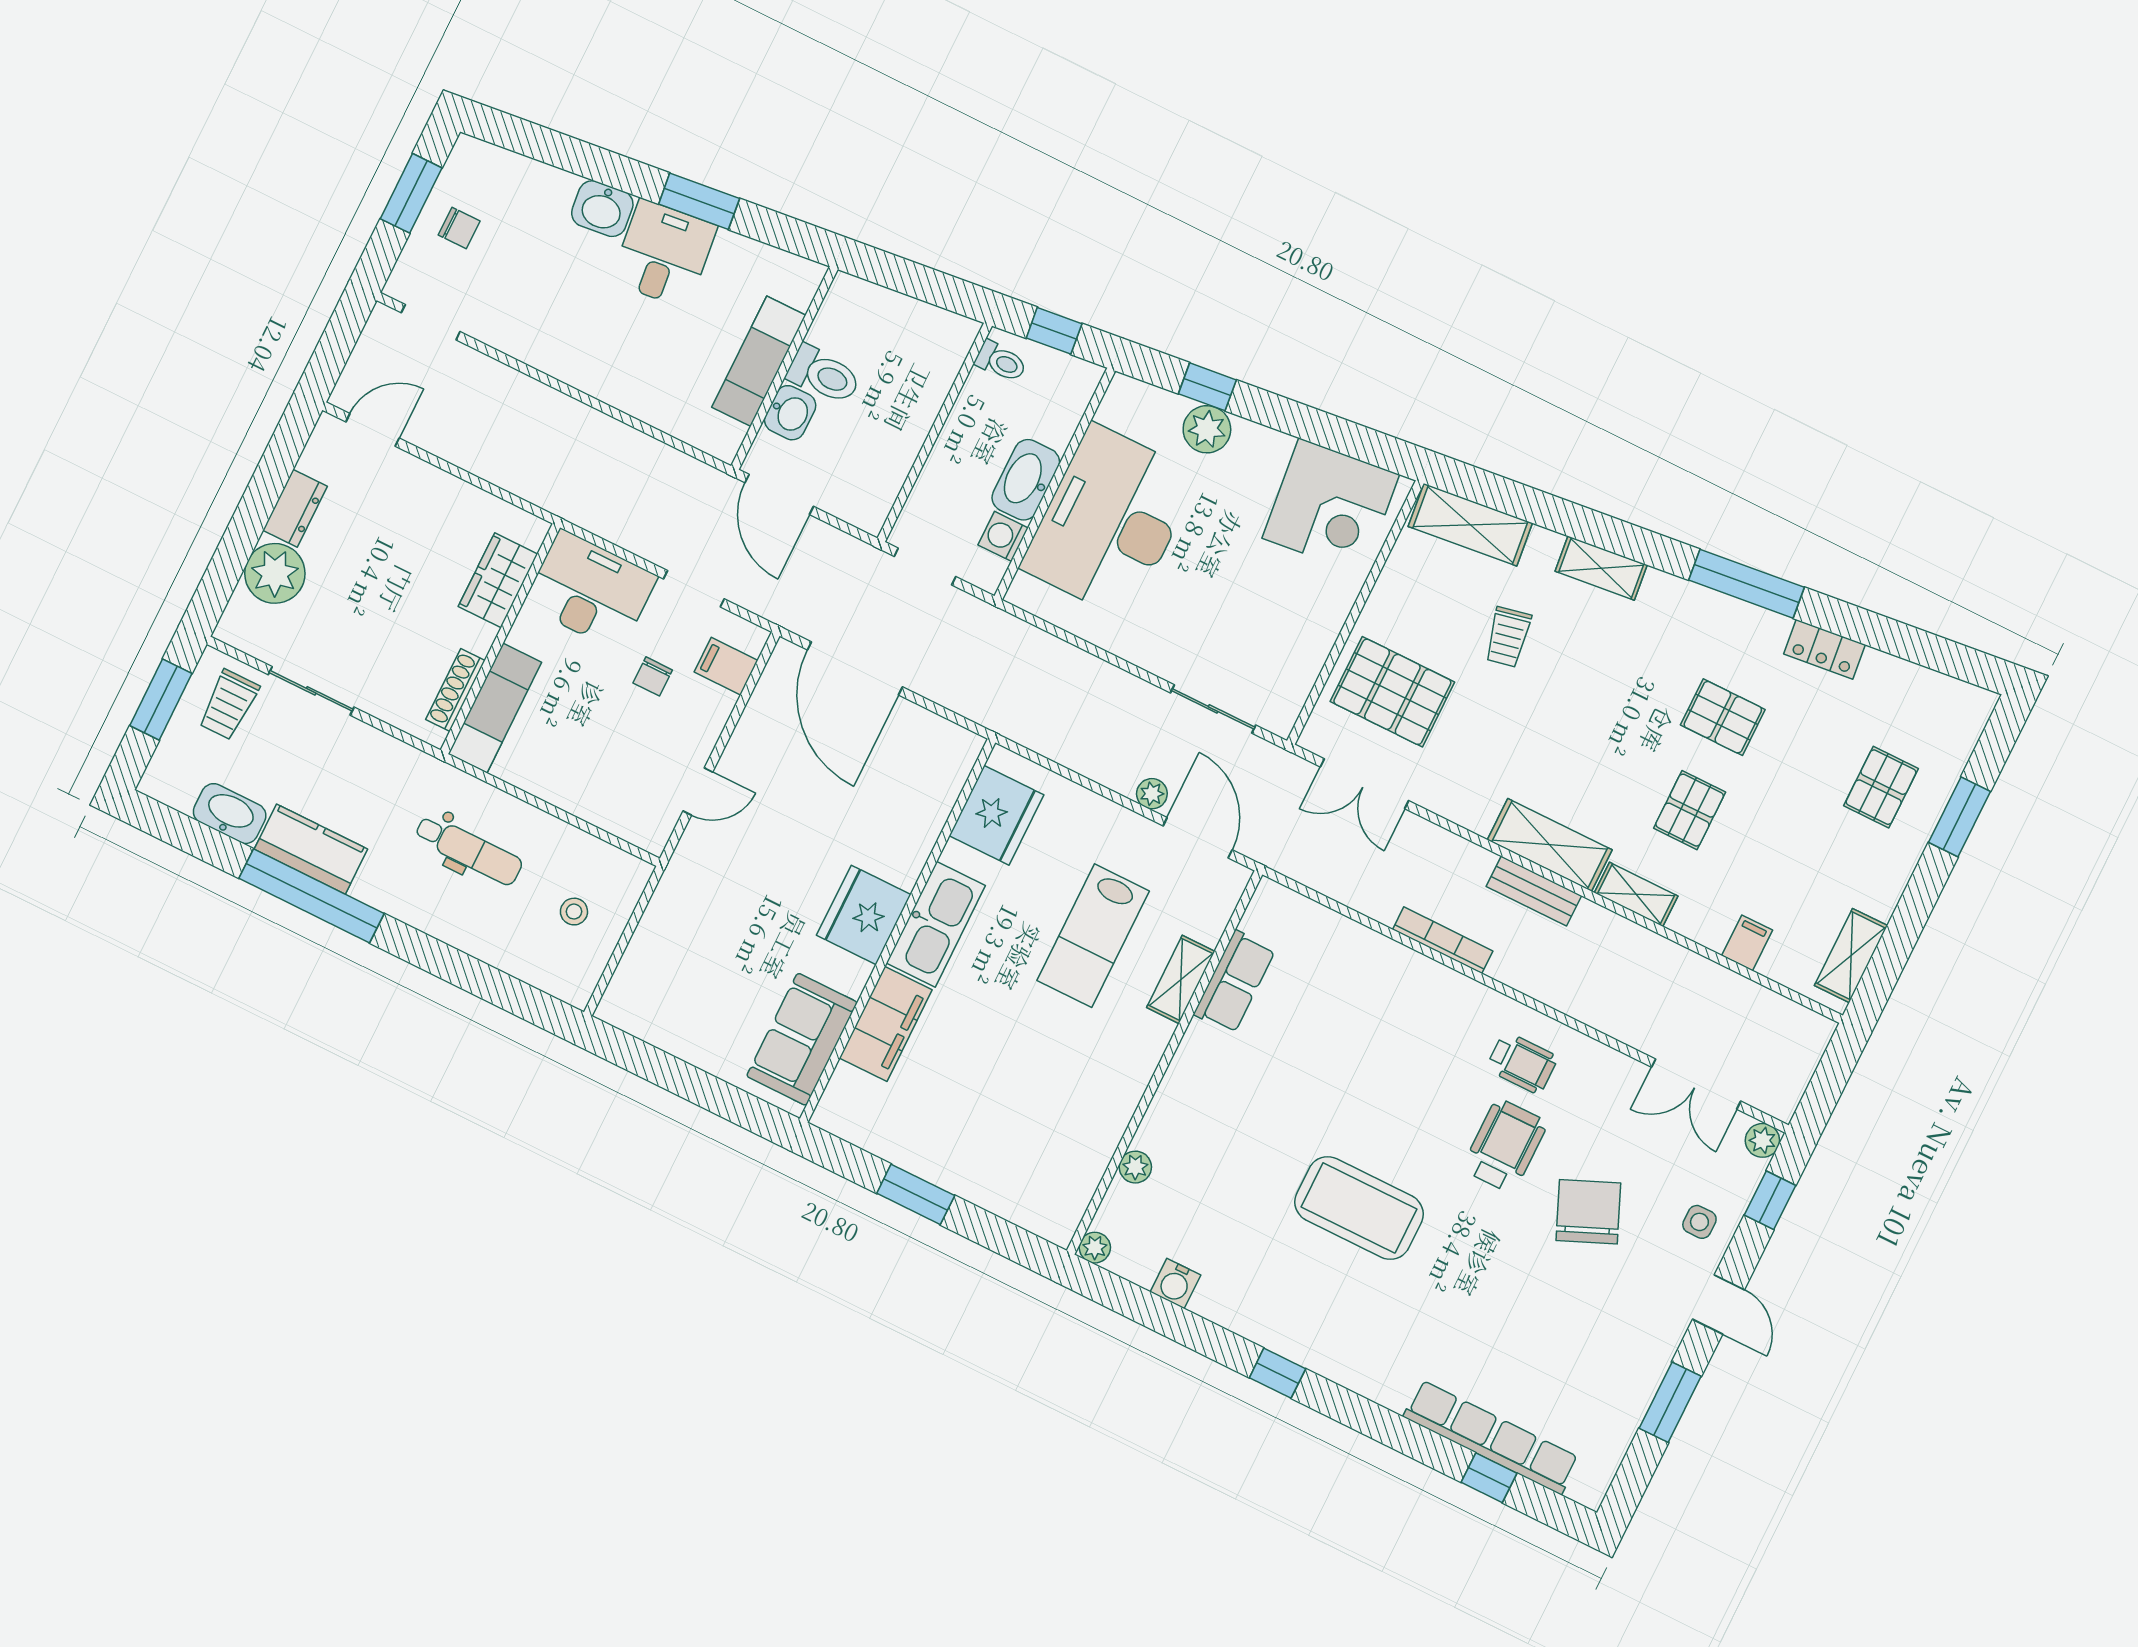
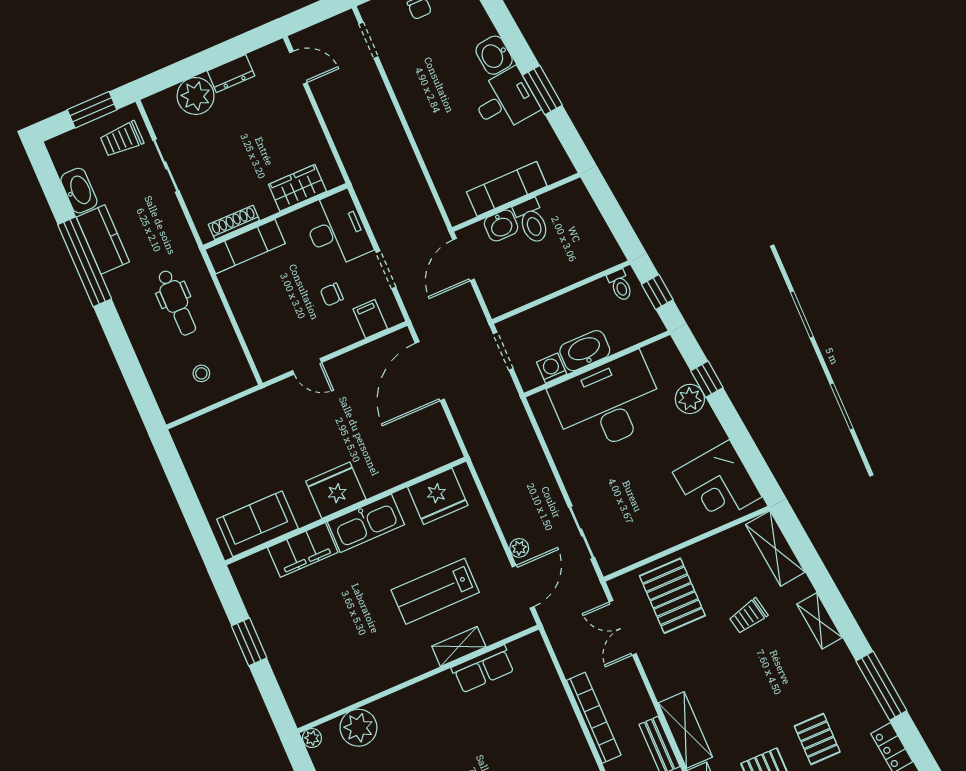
bookcase: (1443, 940) -> (594, 718), width x1.48, depth x1.31
plant: (1135, 1167) -> (358, 728), width x1.88, depth x1.88

